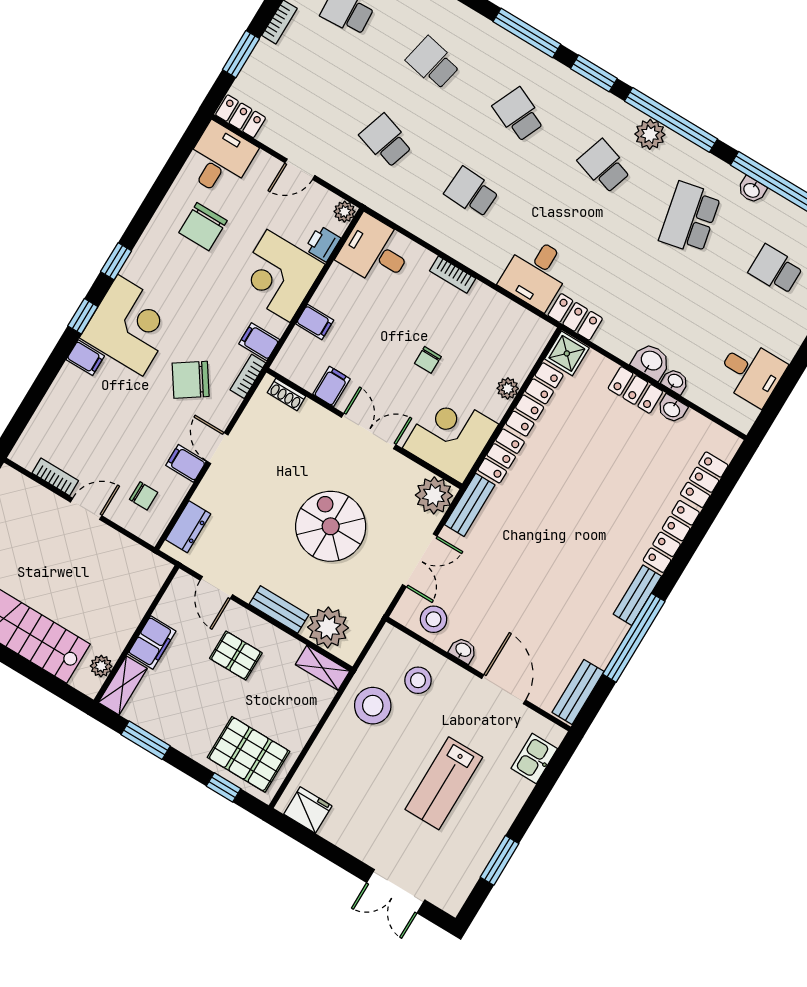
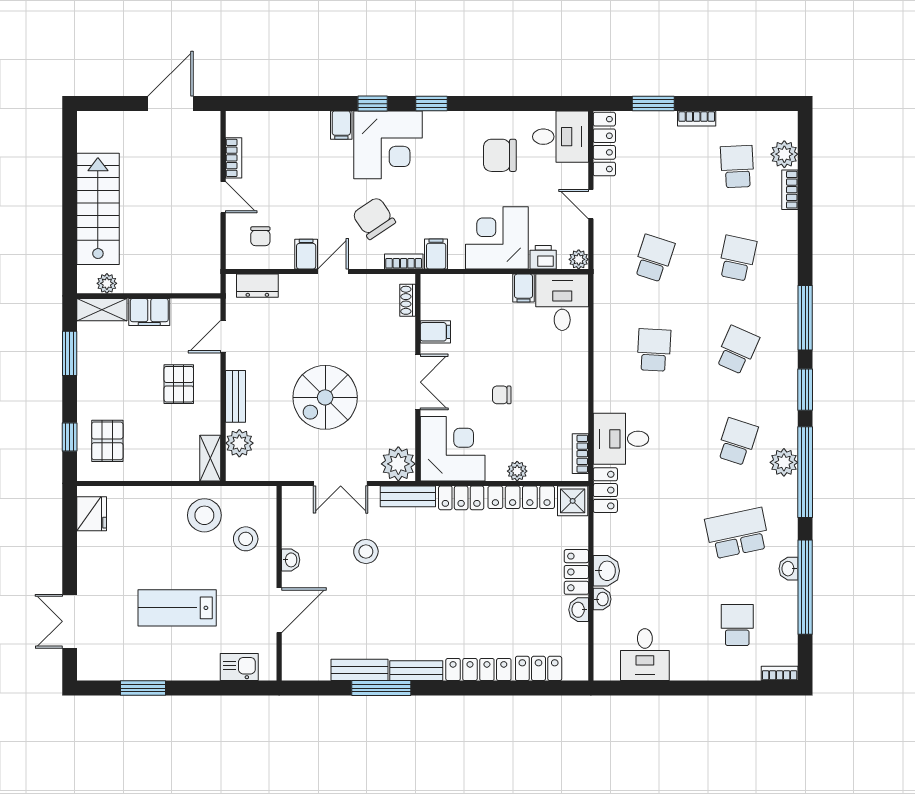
locker: (241, 116) -> (604, 144), width x1.53
bookcase: (453, 275) -> (580, 454), moved
filing cabinet: (315, 322) -> (523, 288), moved
spiral stairs: (331, 526) -> (325, 397), turned 180
stool: (434, 619) -> (366, 551), moved
plant: (328, 627) -> (239, 443), width x0.73, depth x0.73
window: (634, 638) -> (381, 688), width x0.68
bench: (578, 692) -> (359, 670), moved
pallet: (249, 754) -> (107, 441), width x0.67, depth x0.71

